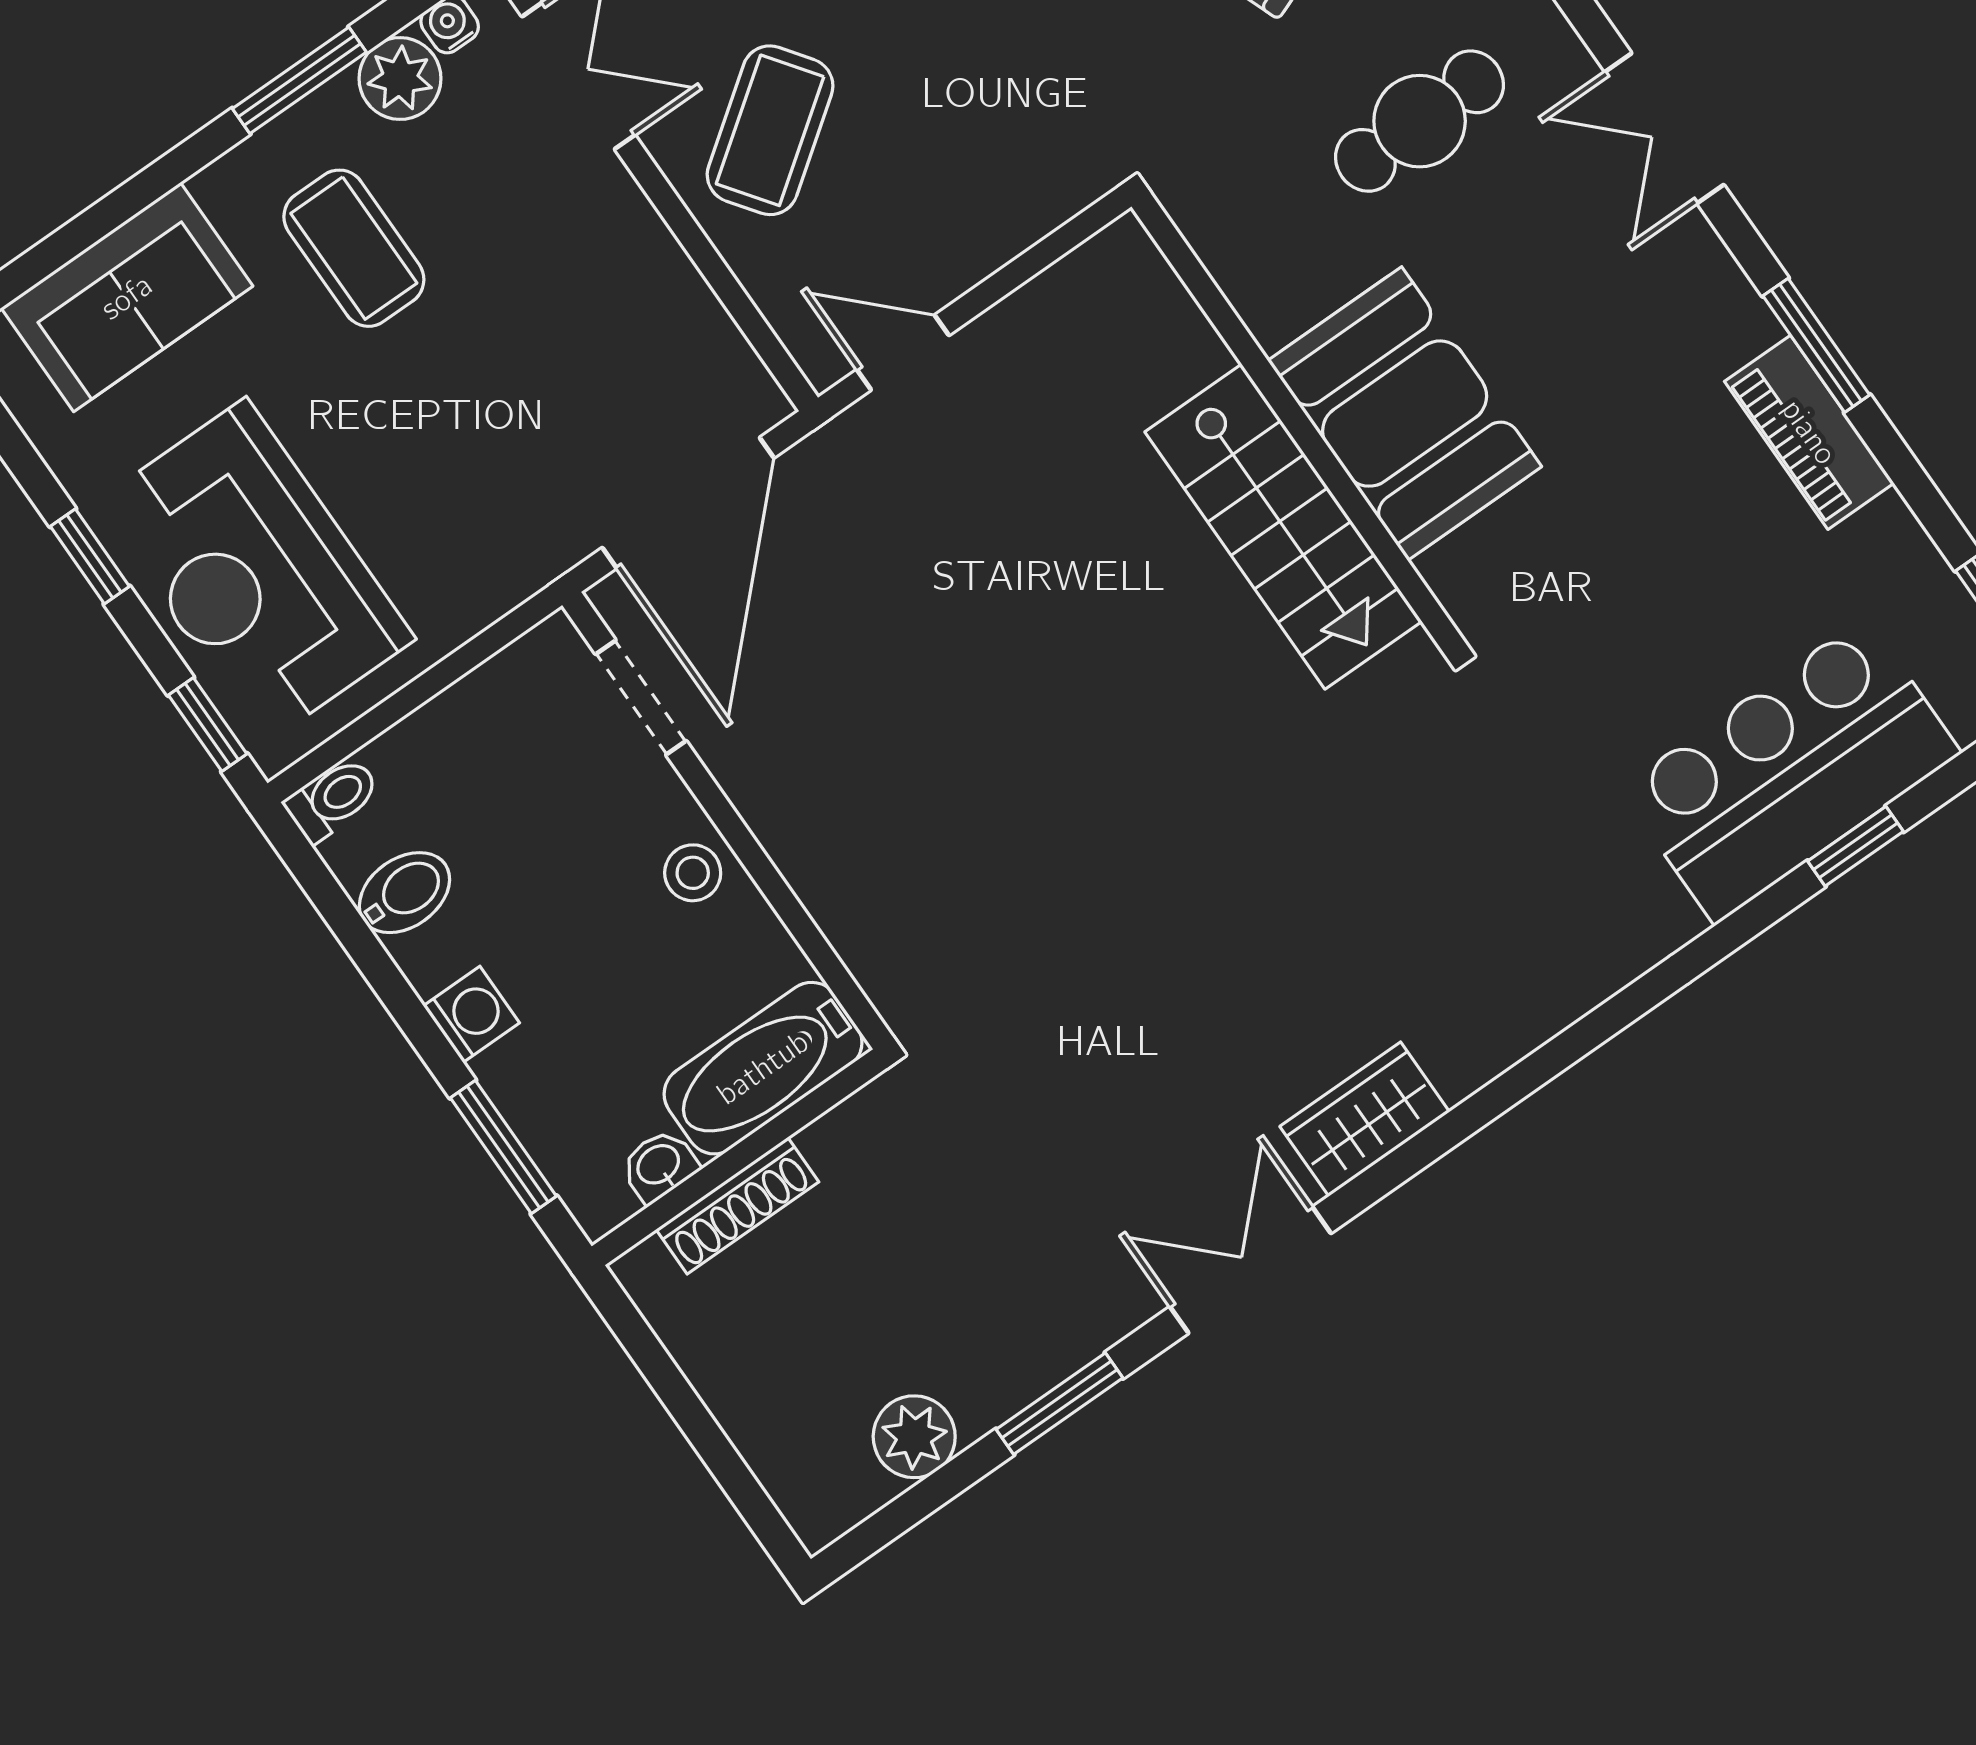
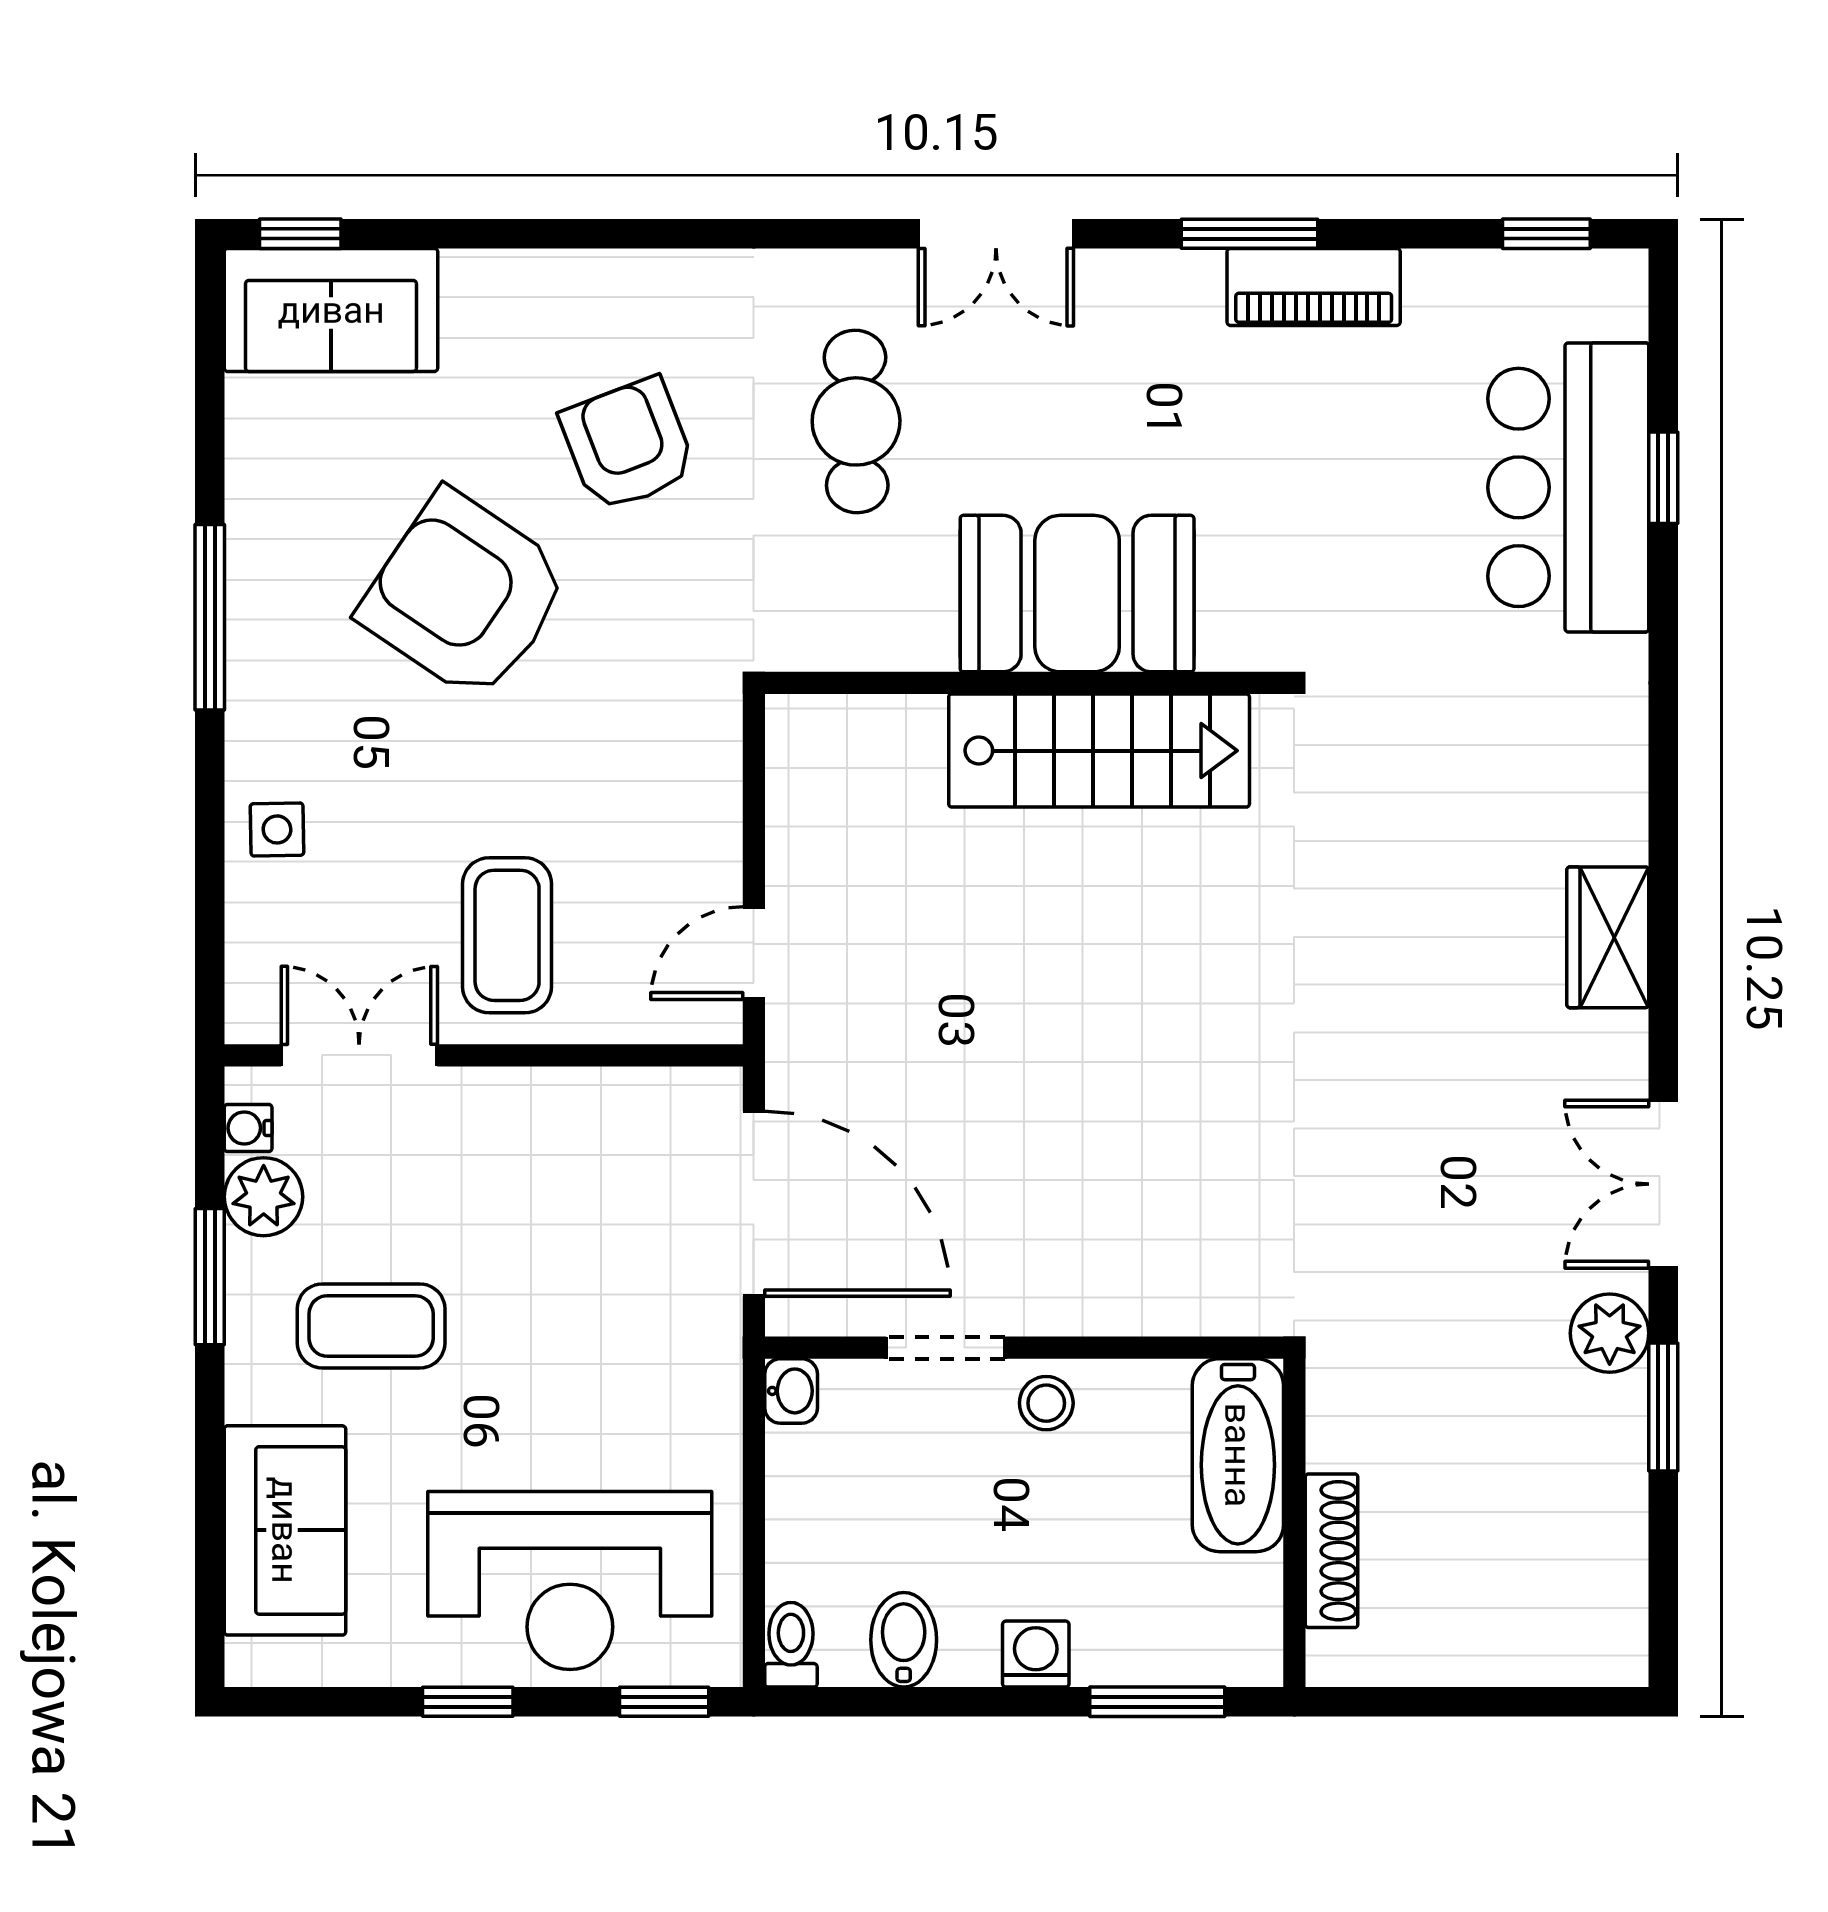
coffee table: (770, 130) -> (507, 935), turned 36
doorway: (641, 697) -> (946, 1348), moved
wardrobe: (1365, 1119) -> (1608, 937), moved
washbasin: (659, 1166) -> (791, 1391), moved, turned 180
plant: (914, 1437) -> (1610, 1333), moved

